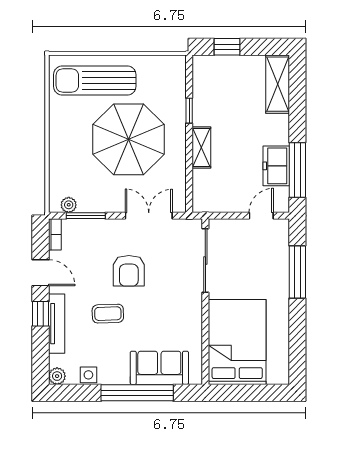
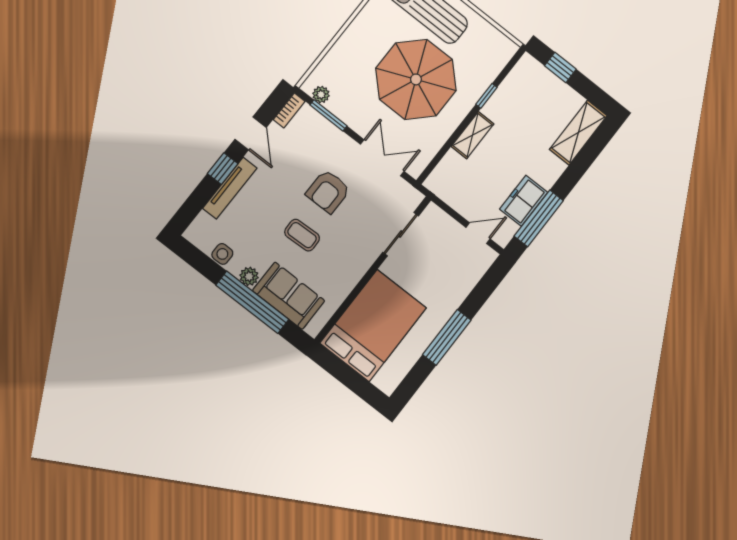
sliding door: (205, 260) -> (401, 234), width x0.73
window: (297, 272) -> (447, 337), moved
coffee table: (108, 314) -> (302, 235), moved
plant: (57, 376) -> (249, 276), moved

